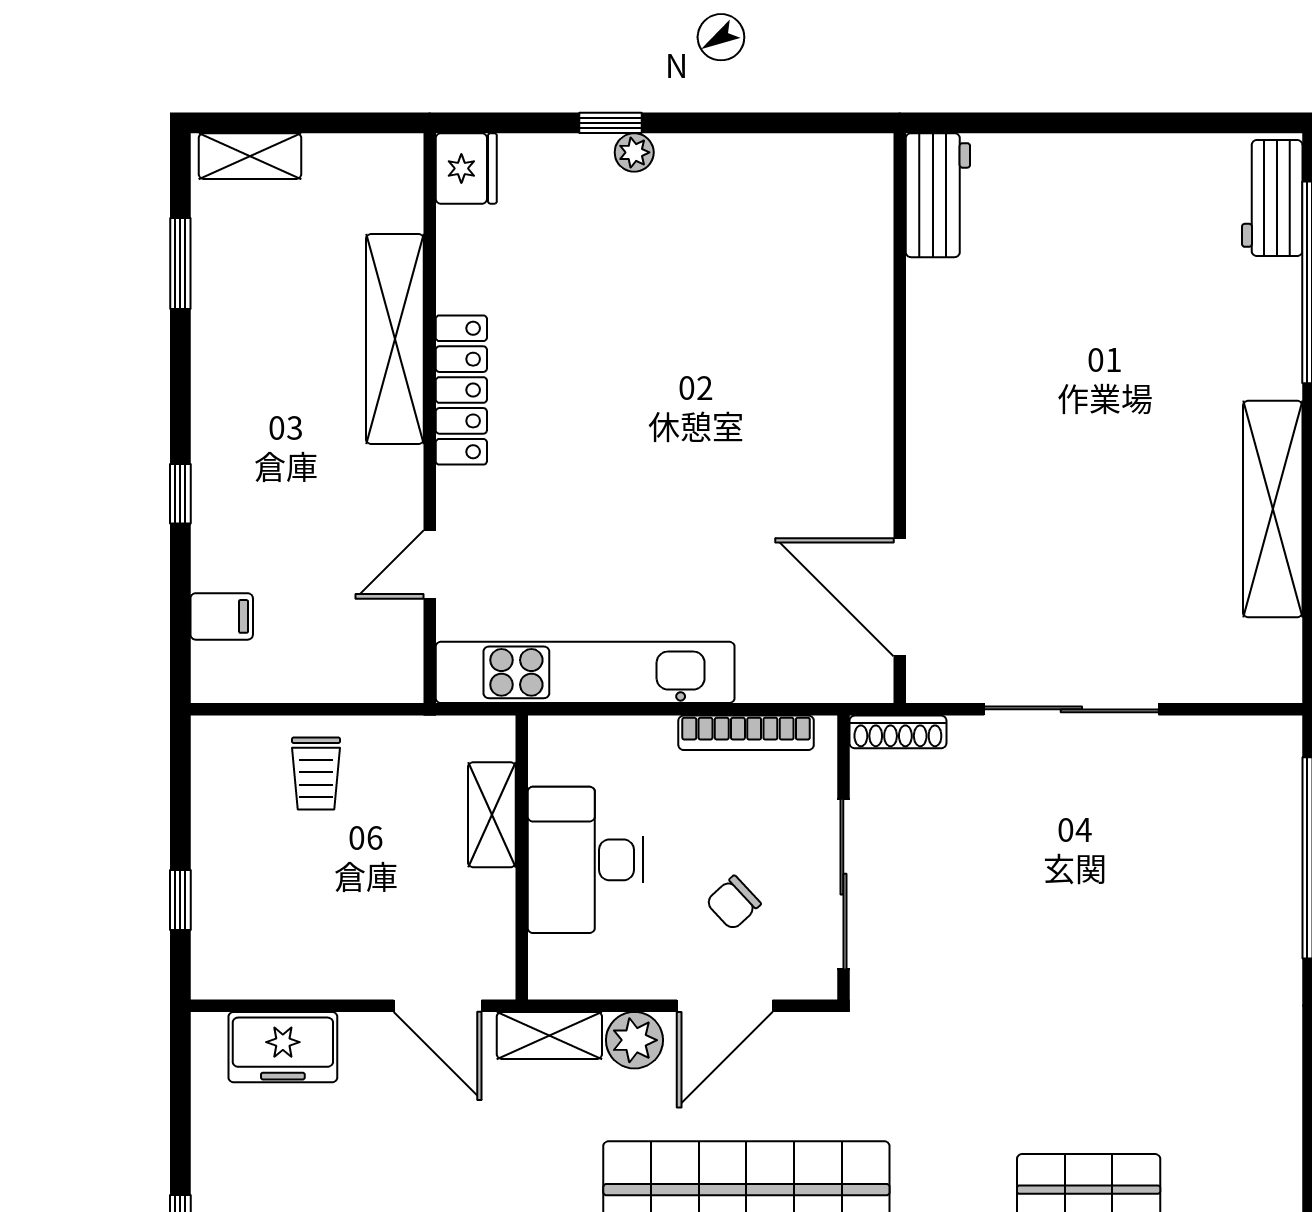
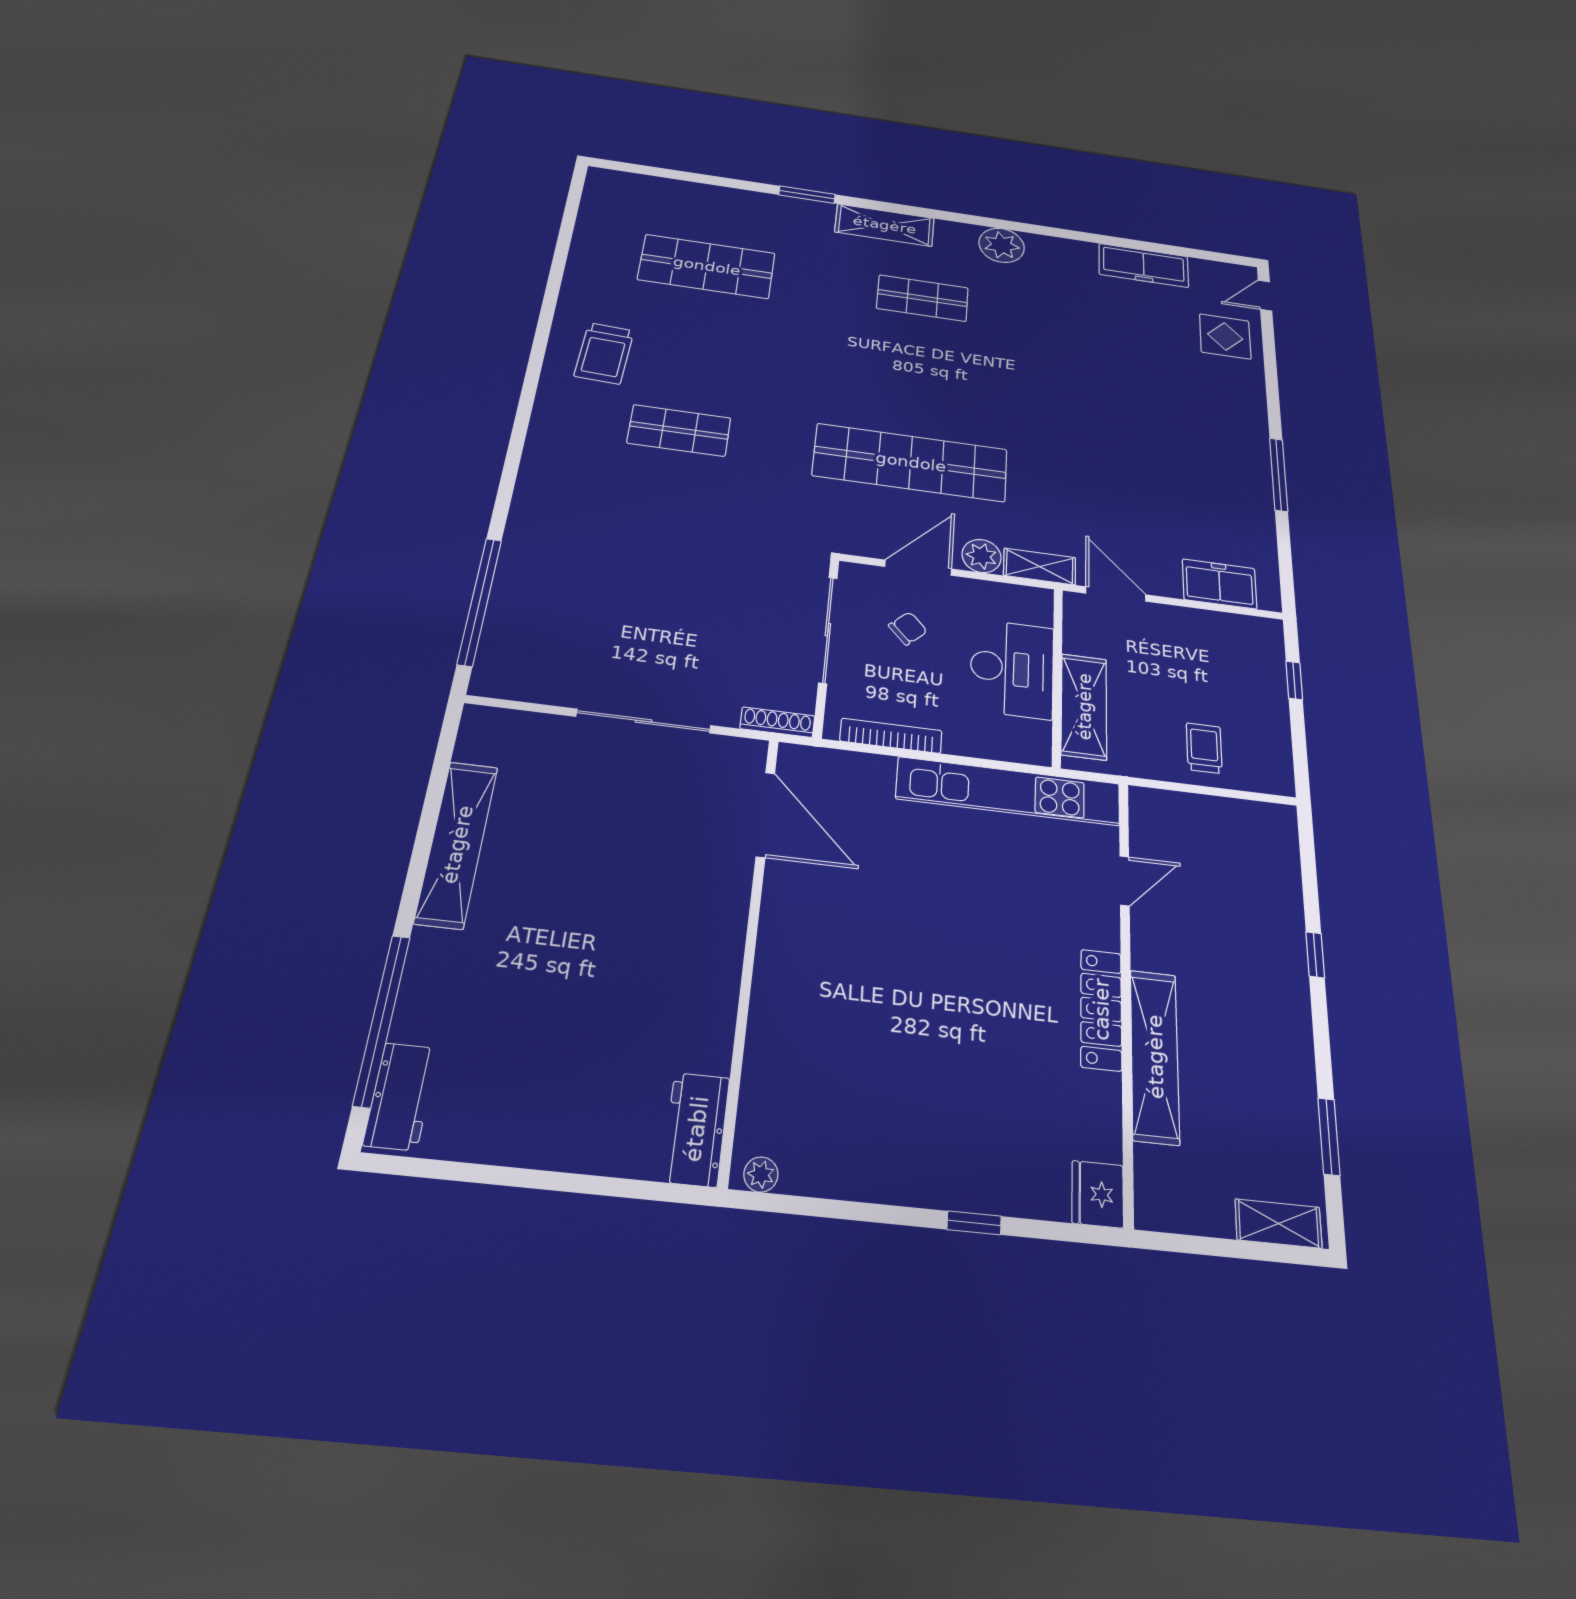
plant: (634, 152) -> (761, 1174), moved
filing cabinet: (222, 616) -> (1278, 863), removed
shelving: (492, 815) -> (1084, 706), width x1.50, depth x1.33

